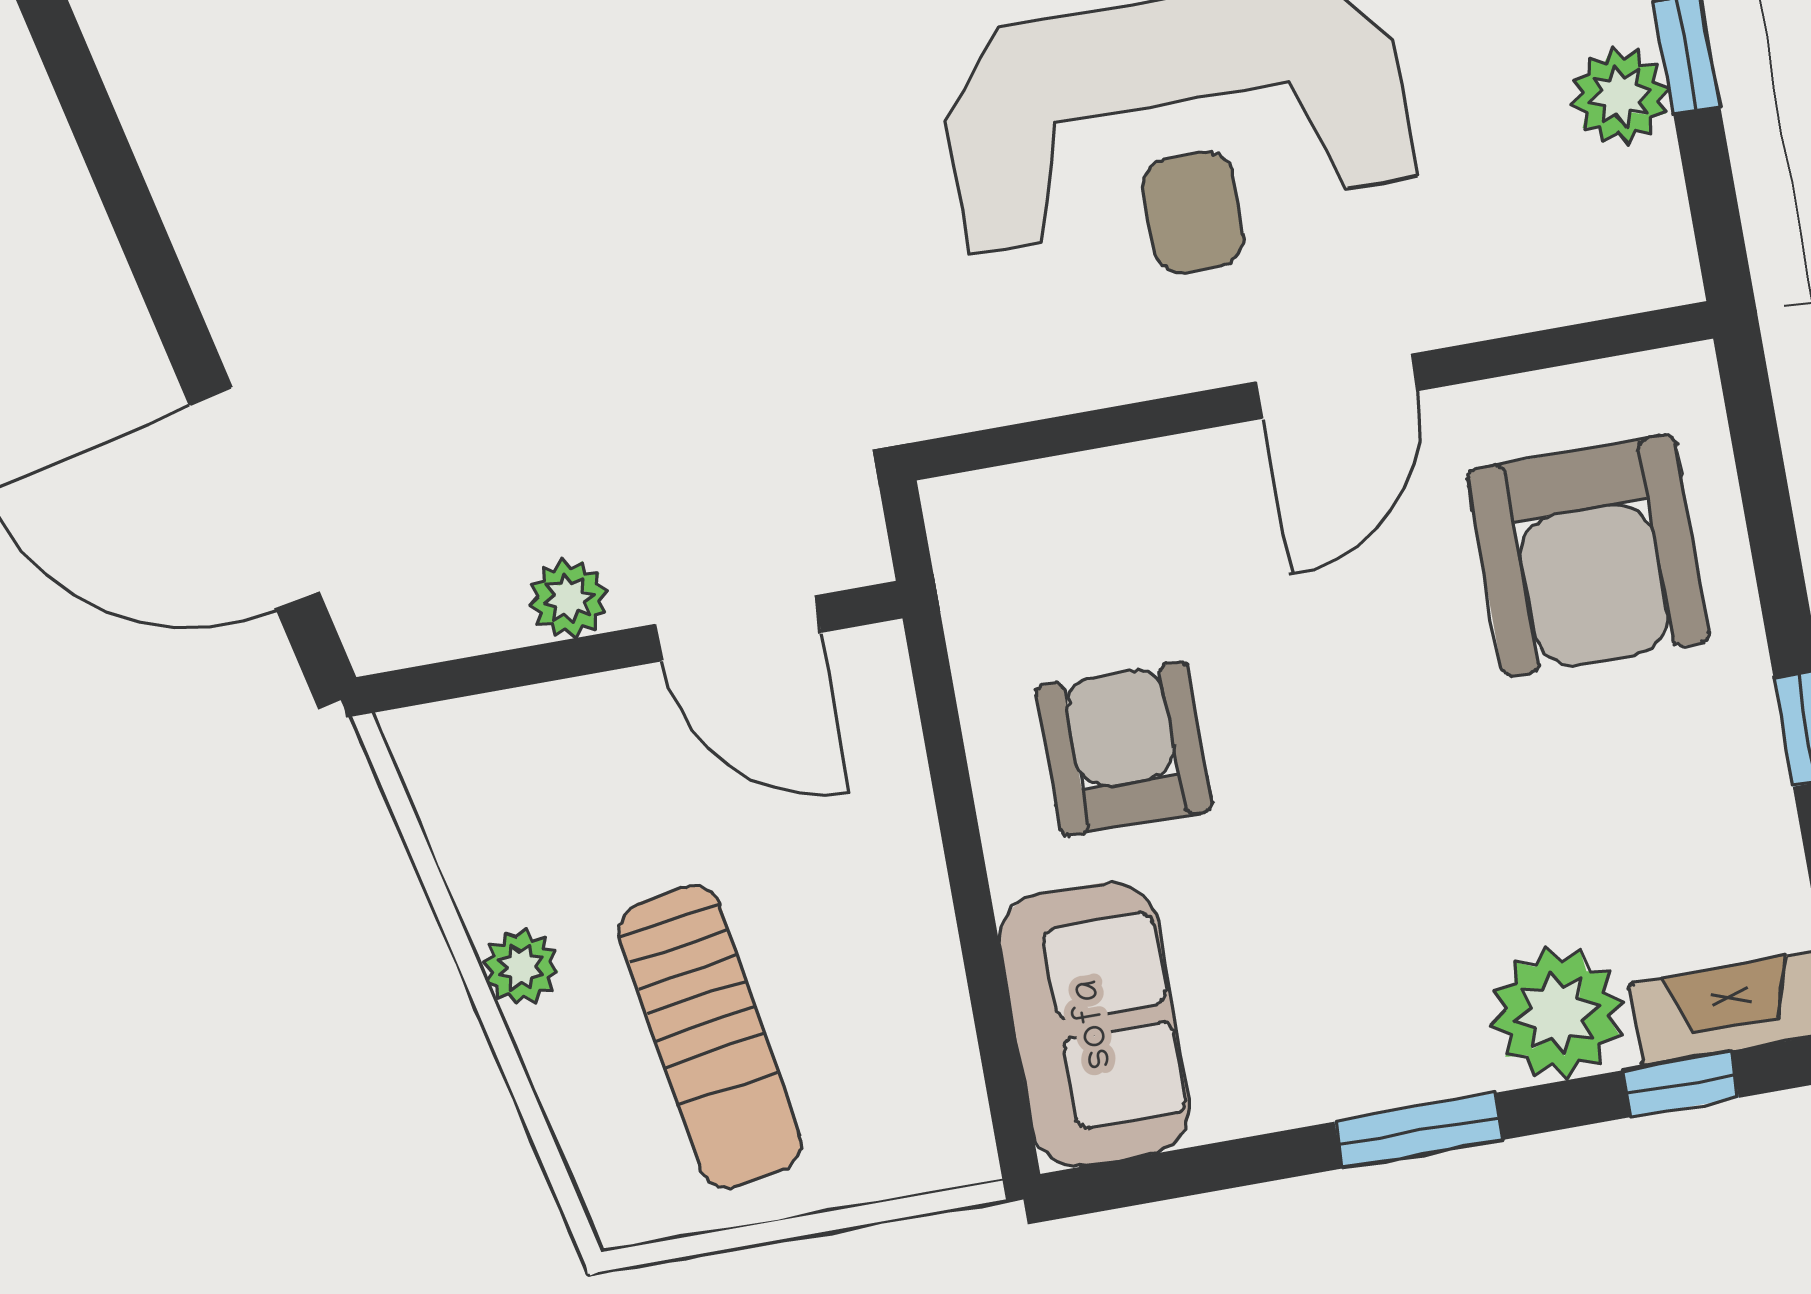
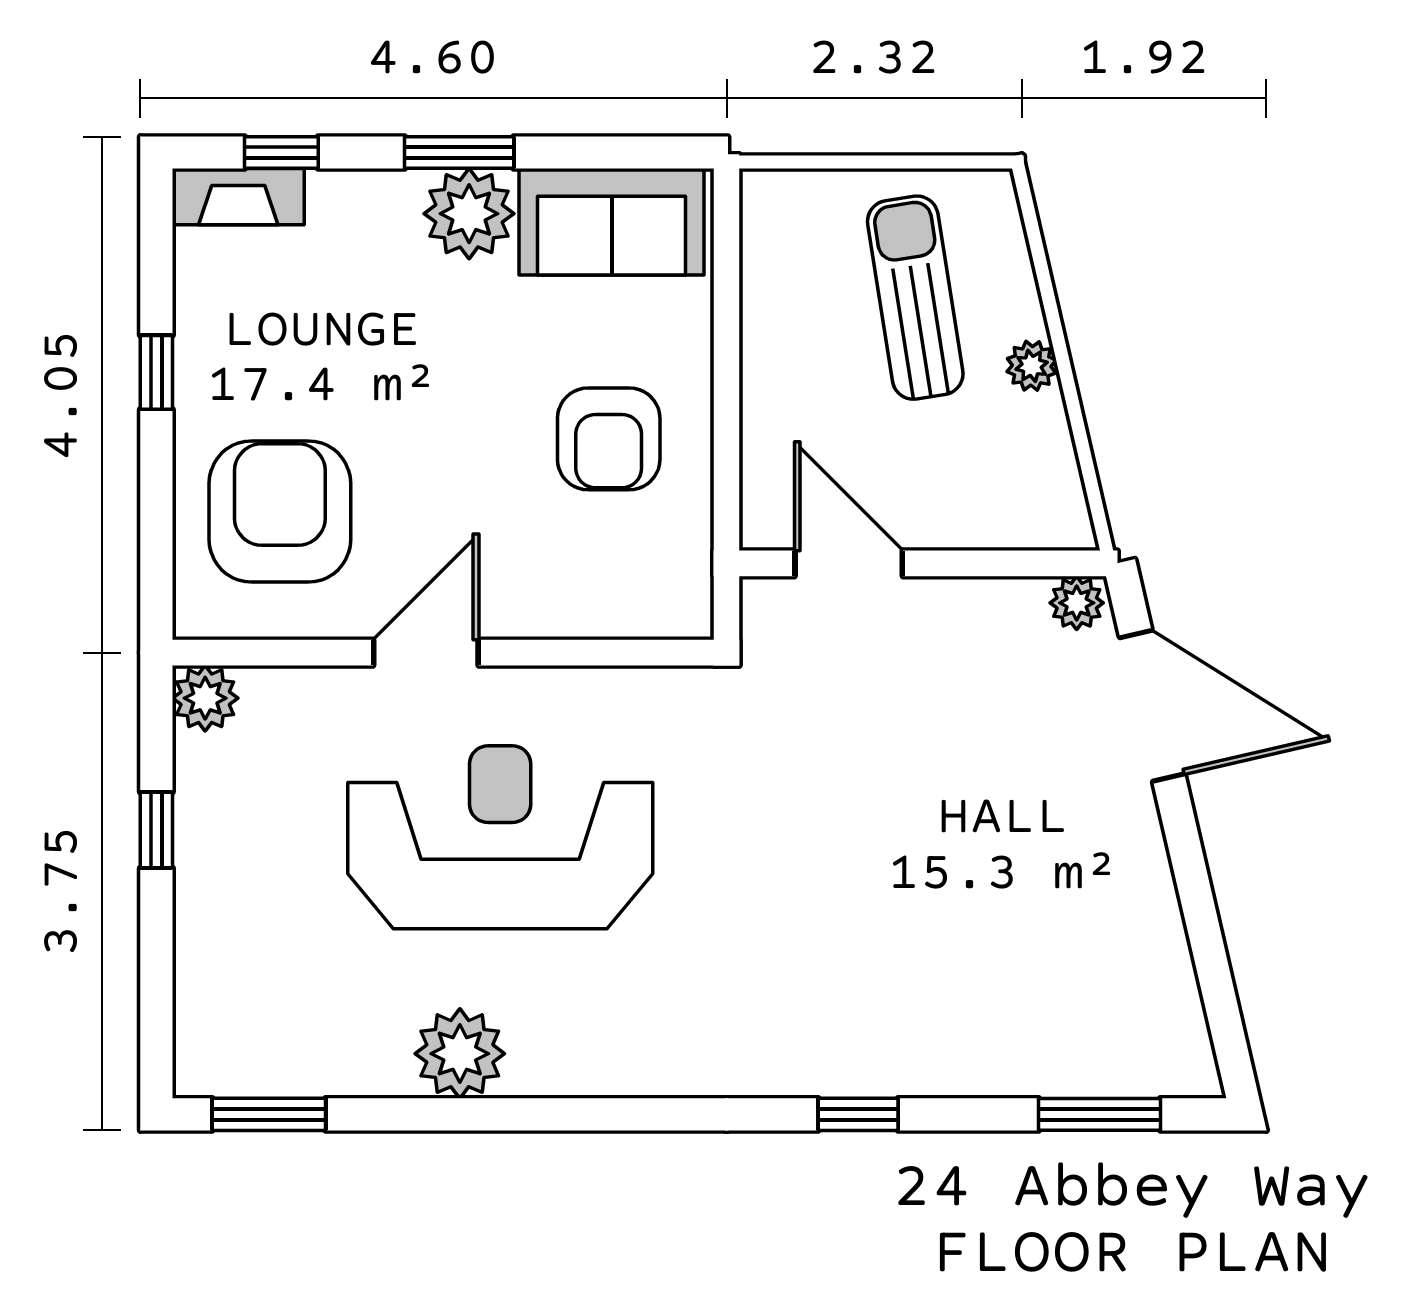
plant: (1620, 97) -> (205, 698), moved
plant: (569, 599) -> (1077, 603), moved
plant: (1557, 1013) -> (469, 214), moved
sofa: (1095, 1024) -> (612, 222), moved, turned -90

